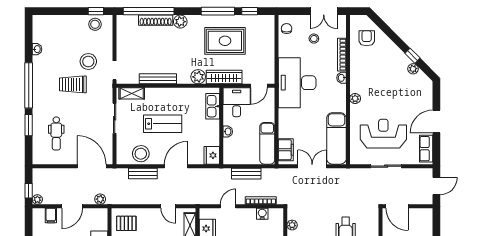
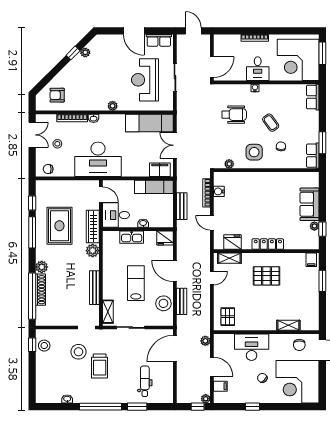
kitchen sink: (213, 106) -> (132, 237), moved
dental chair: (56, 133) -> (145, 381), turned -90

